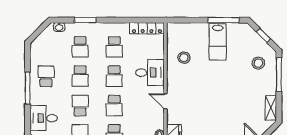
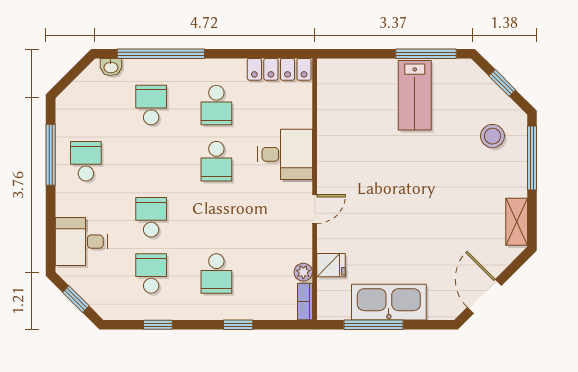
window: (85, 20) -> (161, 54), width x2.11
school desk: (80, 47) -> (151, 105), turned 180
stool: (184, 58) -> (350, 126), removed
school desk: (80, 76) -> (151, 161), removed
window: (28, 88) -> (51, 155), moved
door: (165, 101) -> (315, 209), swing flipped
school desk: (114, 106) -> (216, 217), removed

